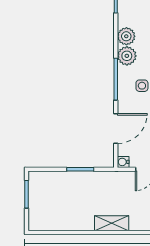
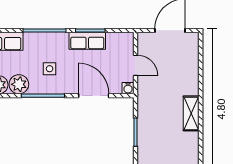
shelving: (112, 223) -> (191, 113), moved

